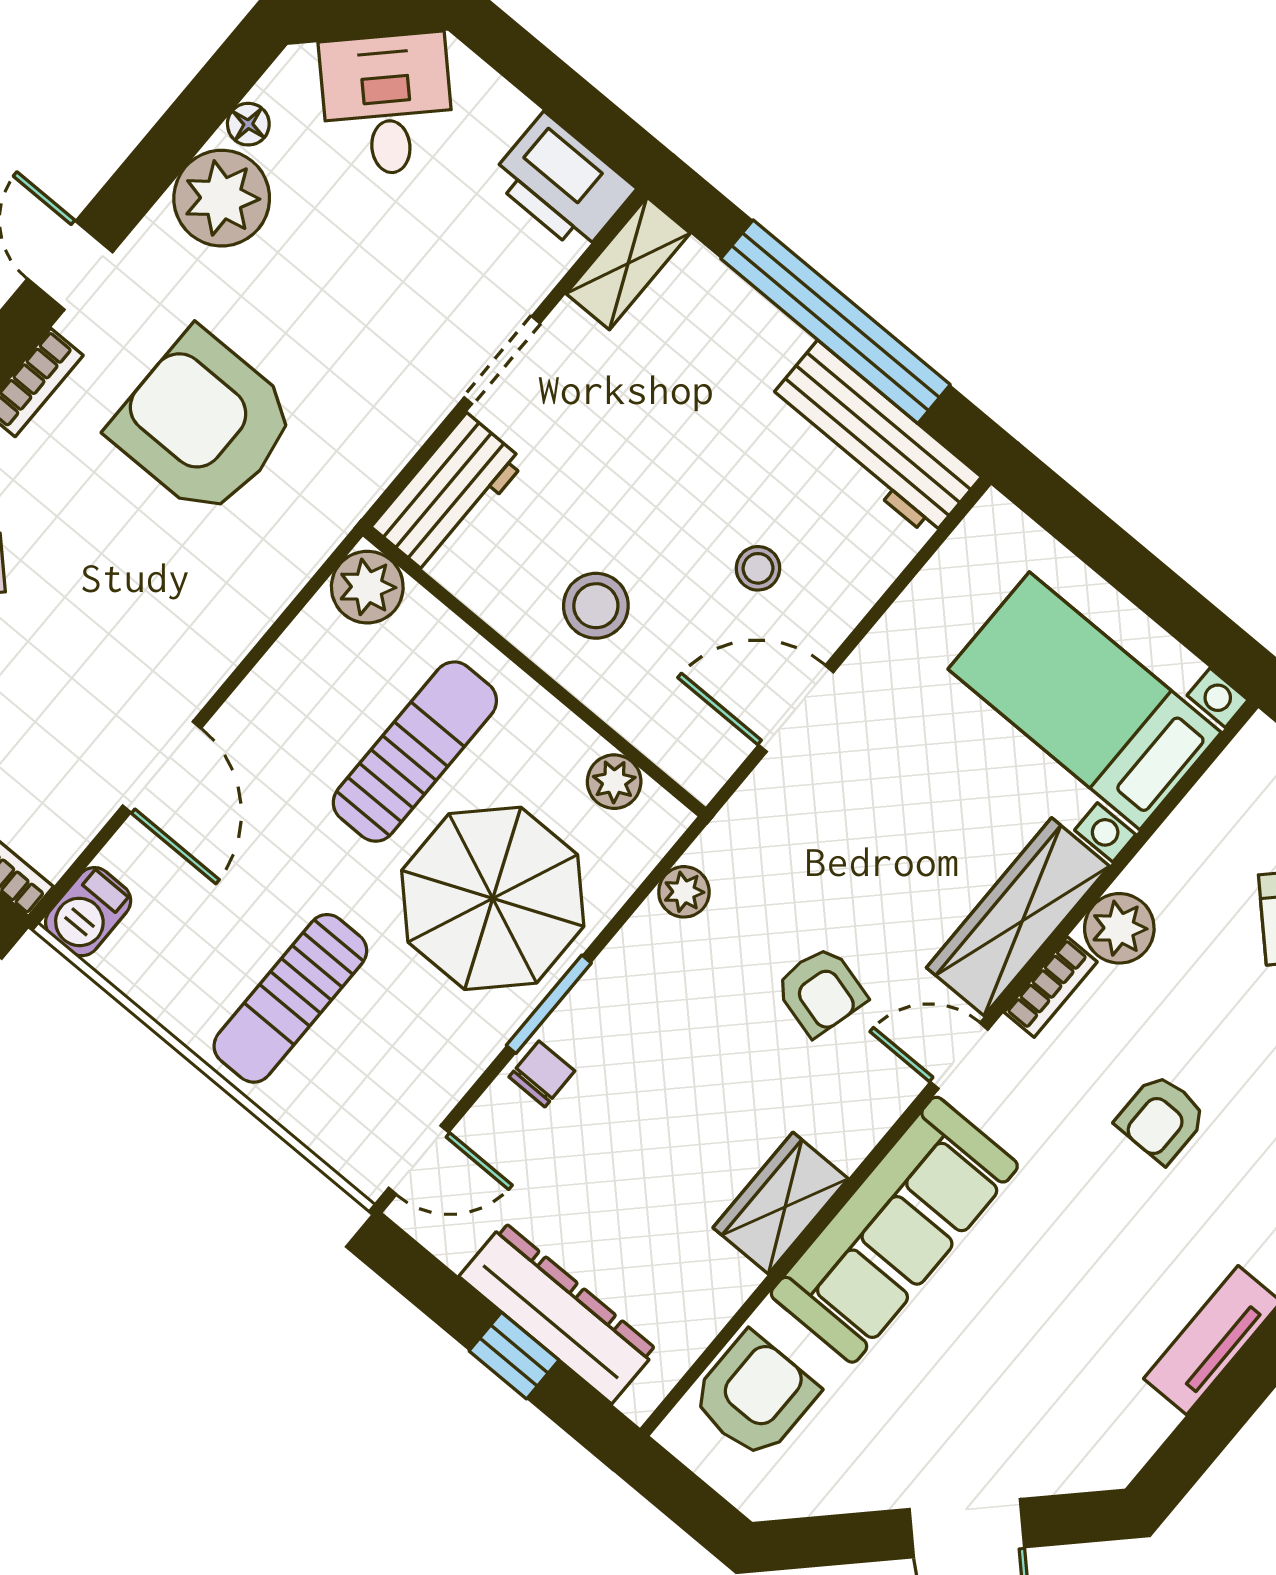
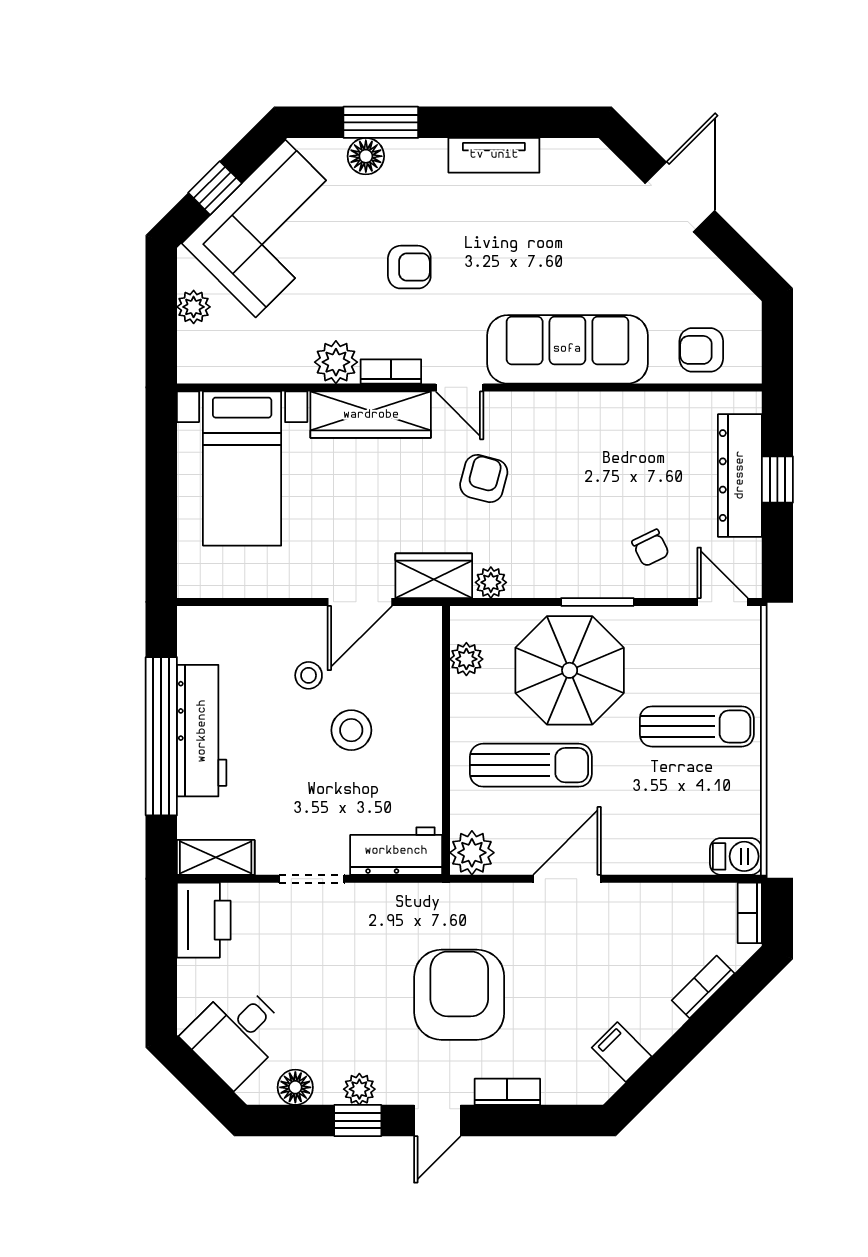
floor lamp: (248, 124) -> (295, 1087), width x1.37, depth x1.37
window: (153, 166) -> (358, 1121), added
plant: (222, 198) -> (359, 1089), width x0.53, depth x0.53
armchair: (204, 423) -> (459, 995), turned 180
workbench: (874, 439) -> (202, 731), moved
stool: (596, 606) -> (351, 730), moved
door: (796, 709) -> (360, 602), hinge flipped
sun lounger: (415, 752) -> (531, 765), turned 180
door: (162, 767) -> (567, 879), moved
chair: (542, 1074) -> (651, 548), moved, turned -116
wardrobe: (781, 1203) -> (434, 576), moved, turned 180
armchair: (754, 1396) -> (701, 350), width x0.72, depth x0.72

